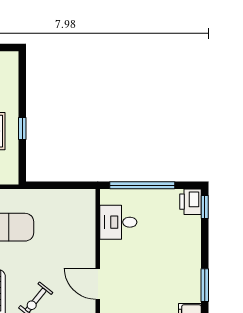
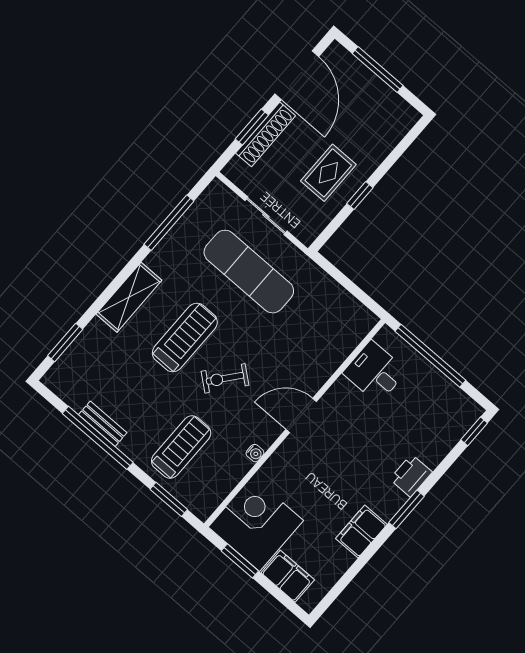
printer: (191, 202) -> (411, 476), moved
door: (98, 284) -> (301, 415), hinge flipped

